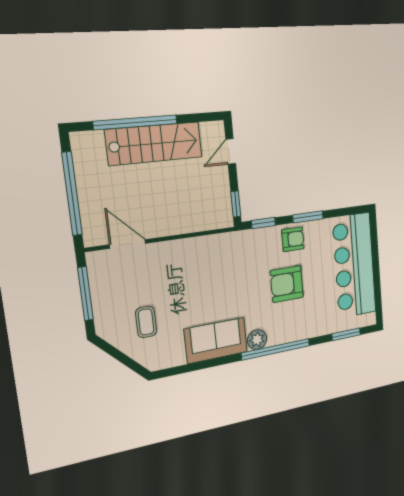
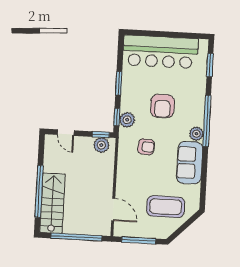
stairs: (154, 144) -> (52, 203), moved
plant: (221, 208) -> (101, 145), added
plant: (262, 238) -> (127, 120), added
armchair: (293, 239) -> (146, 147), moved, turned 94
door: (128, 244) -> (113, 209), swing flipped
coffee table: (146, 322) -> (166, 207), width x1.86, depth x1.72

